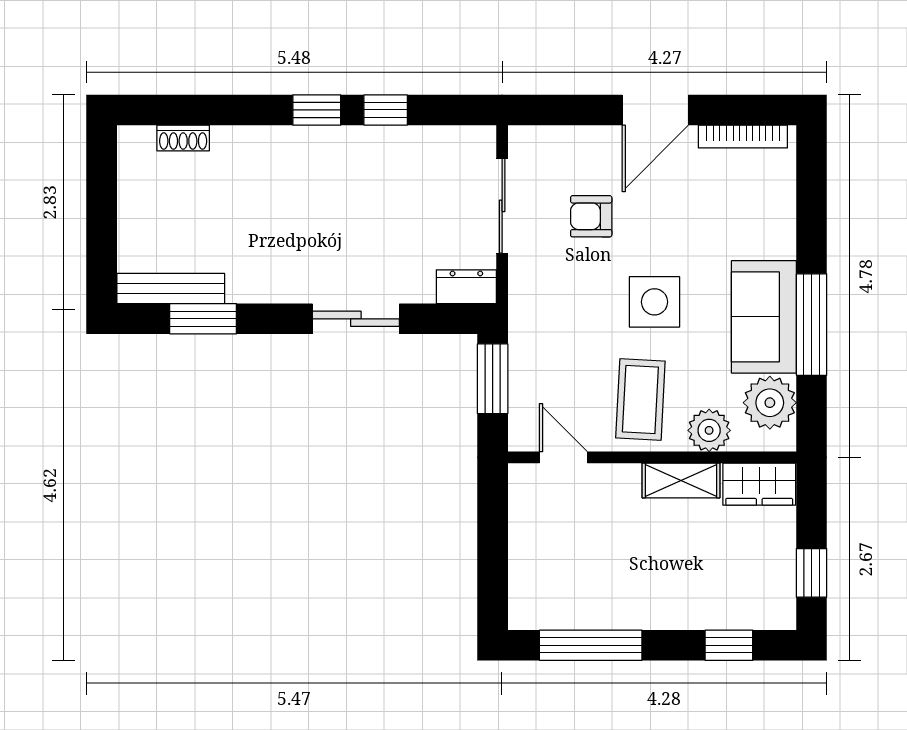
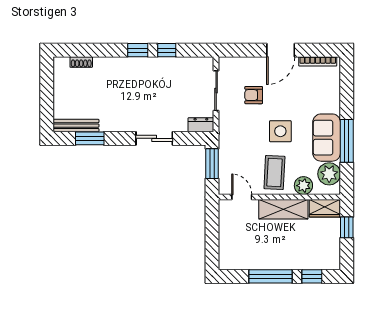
shelving: (681, 481) -> (283, 209), width x1.50, depth x1.33
window: (812, 573) -> (347, 227), moved
window: (591, 645) -> (270, 276), moved

